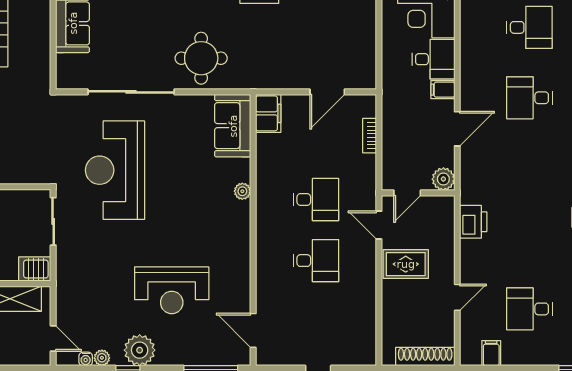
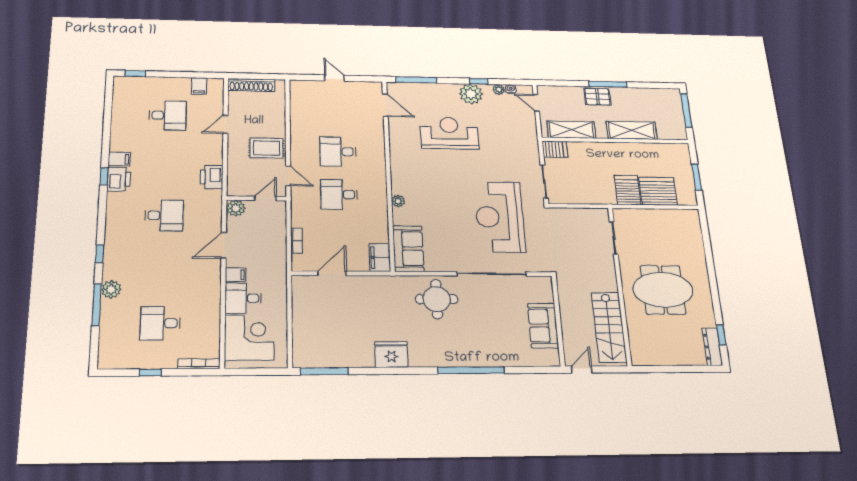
desk: (529, 98) -> (164, 215), moved
reception desk: (115, 170) -> (500, 217), turned 180

